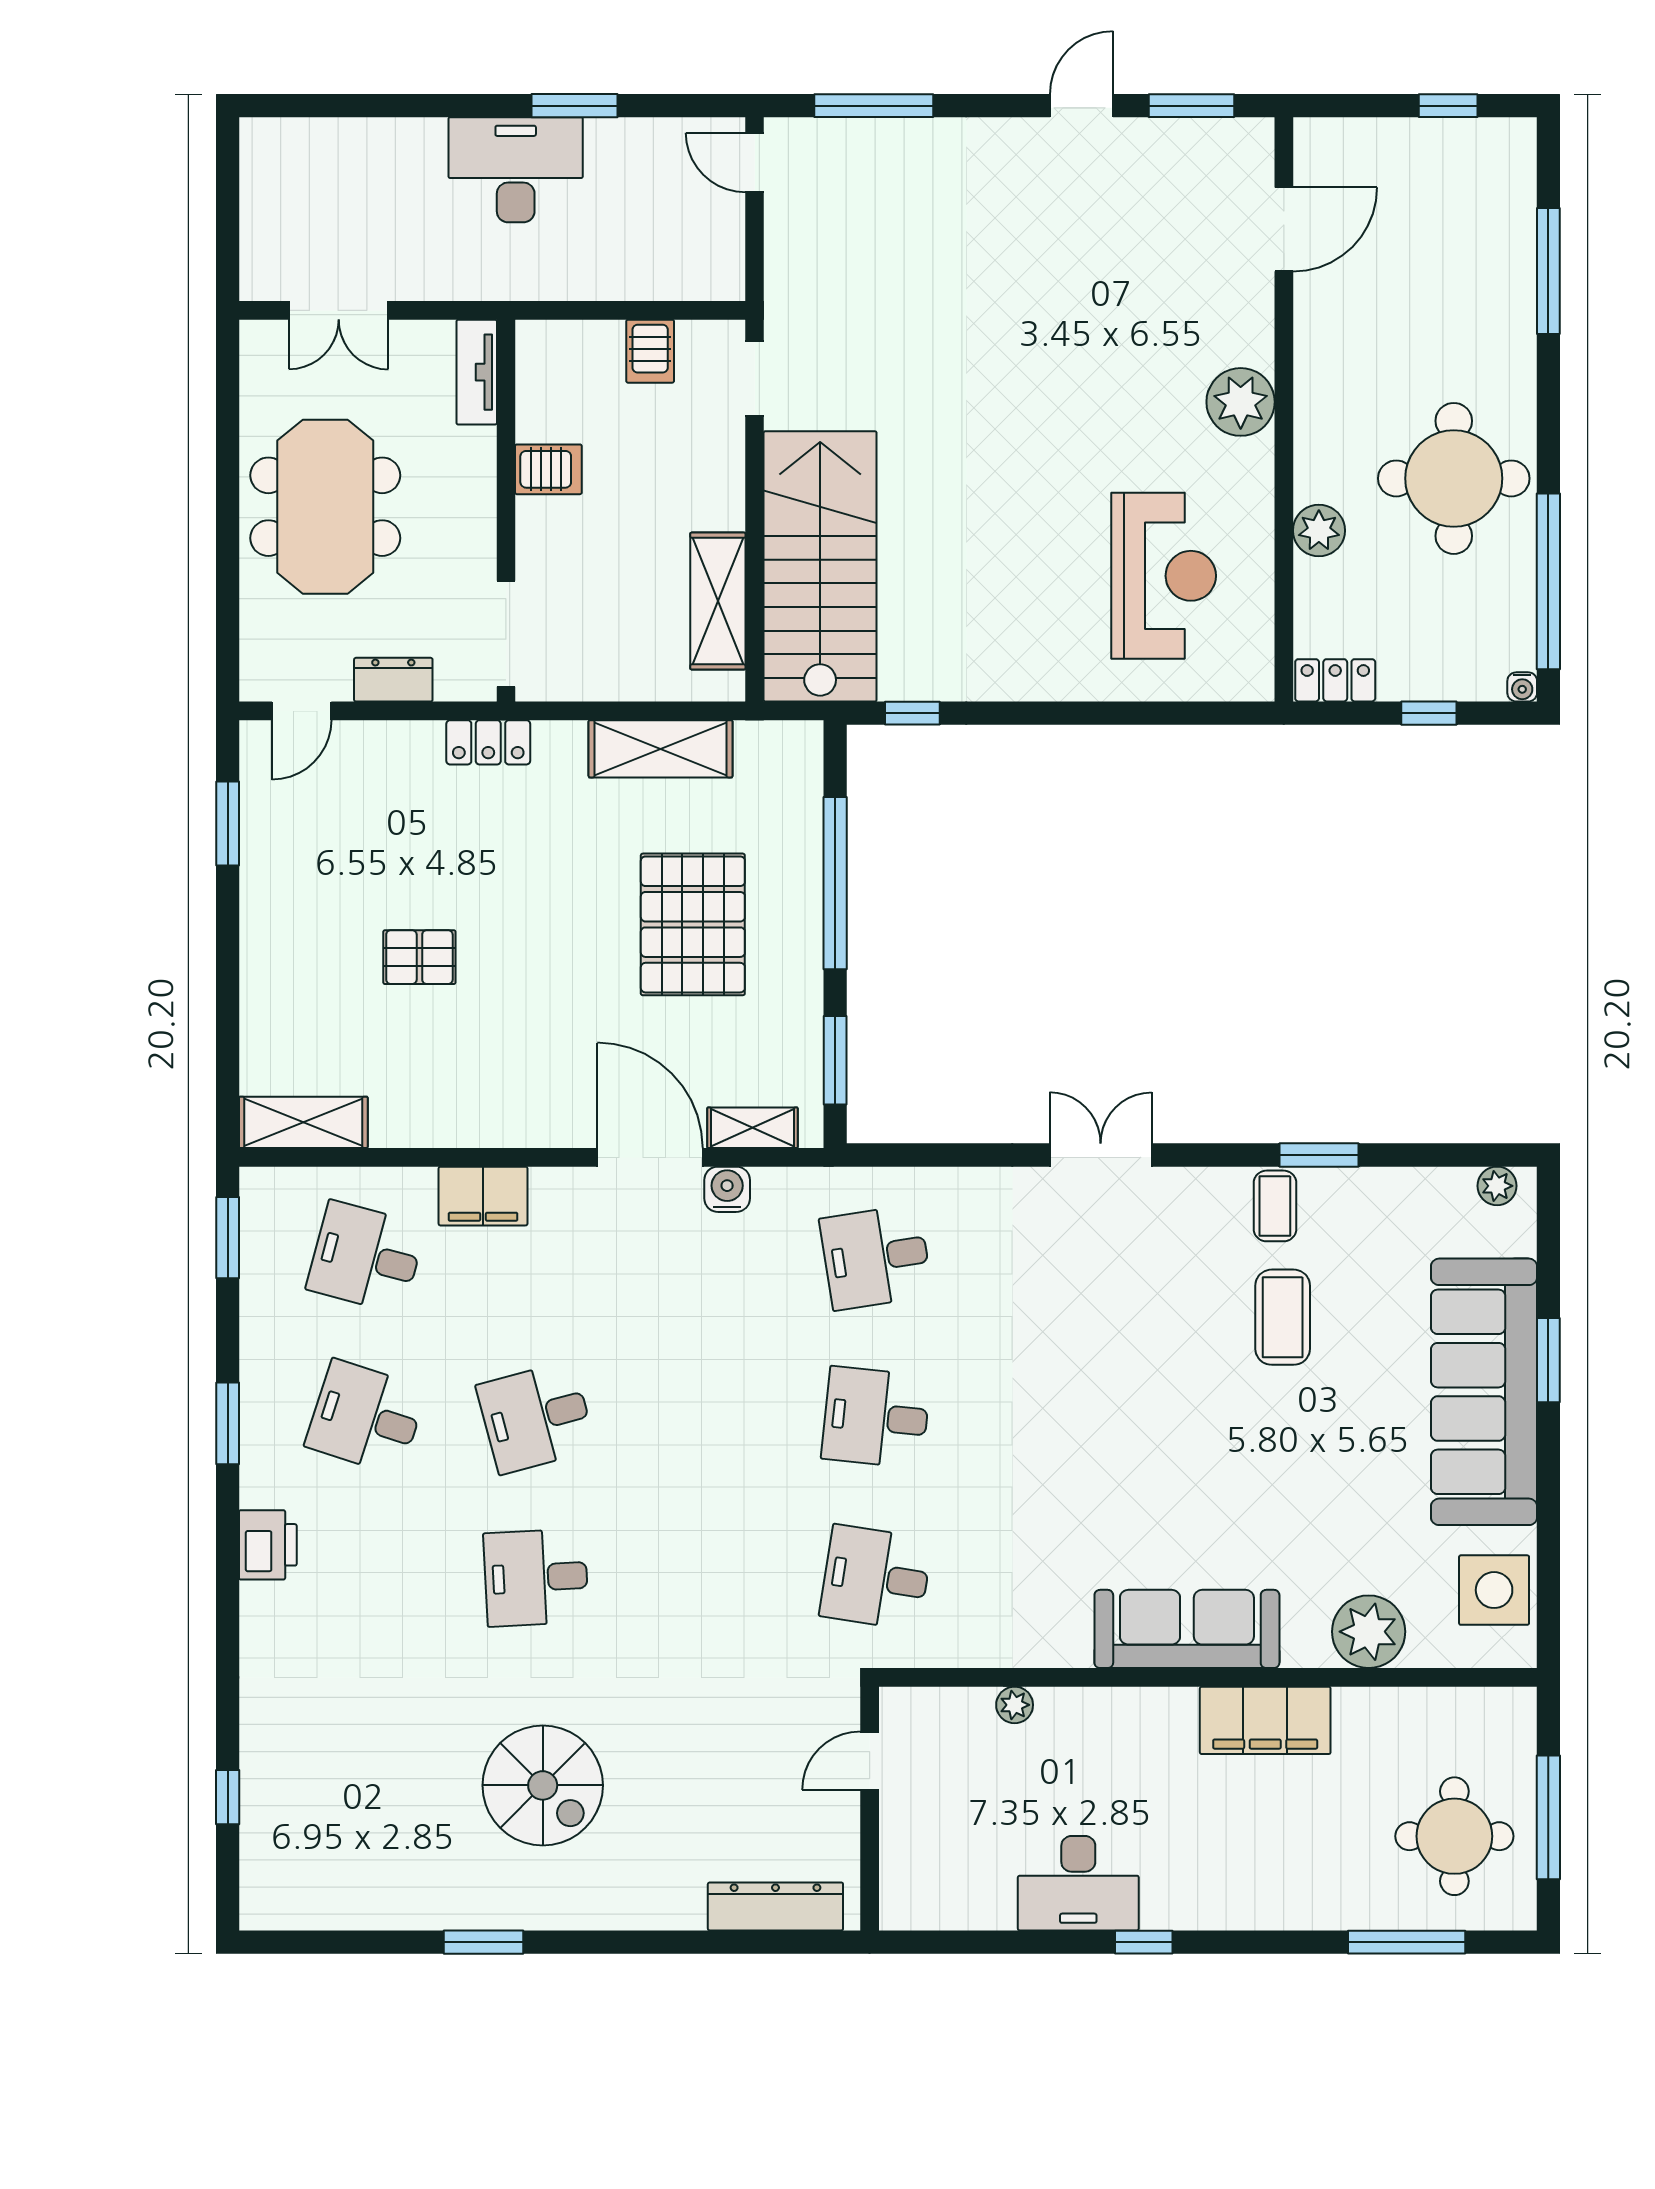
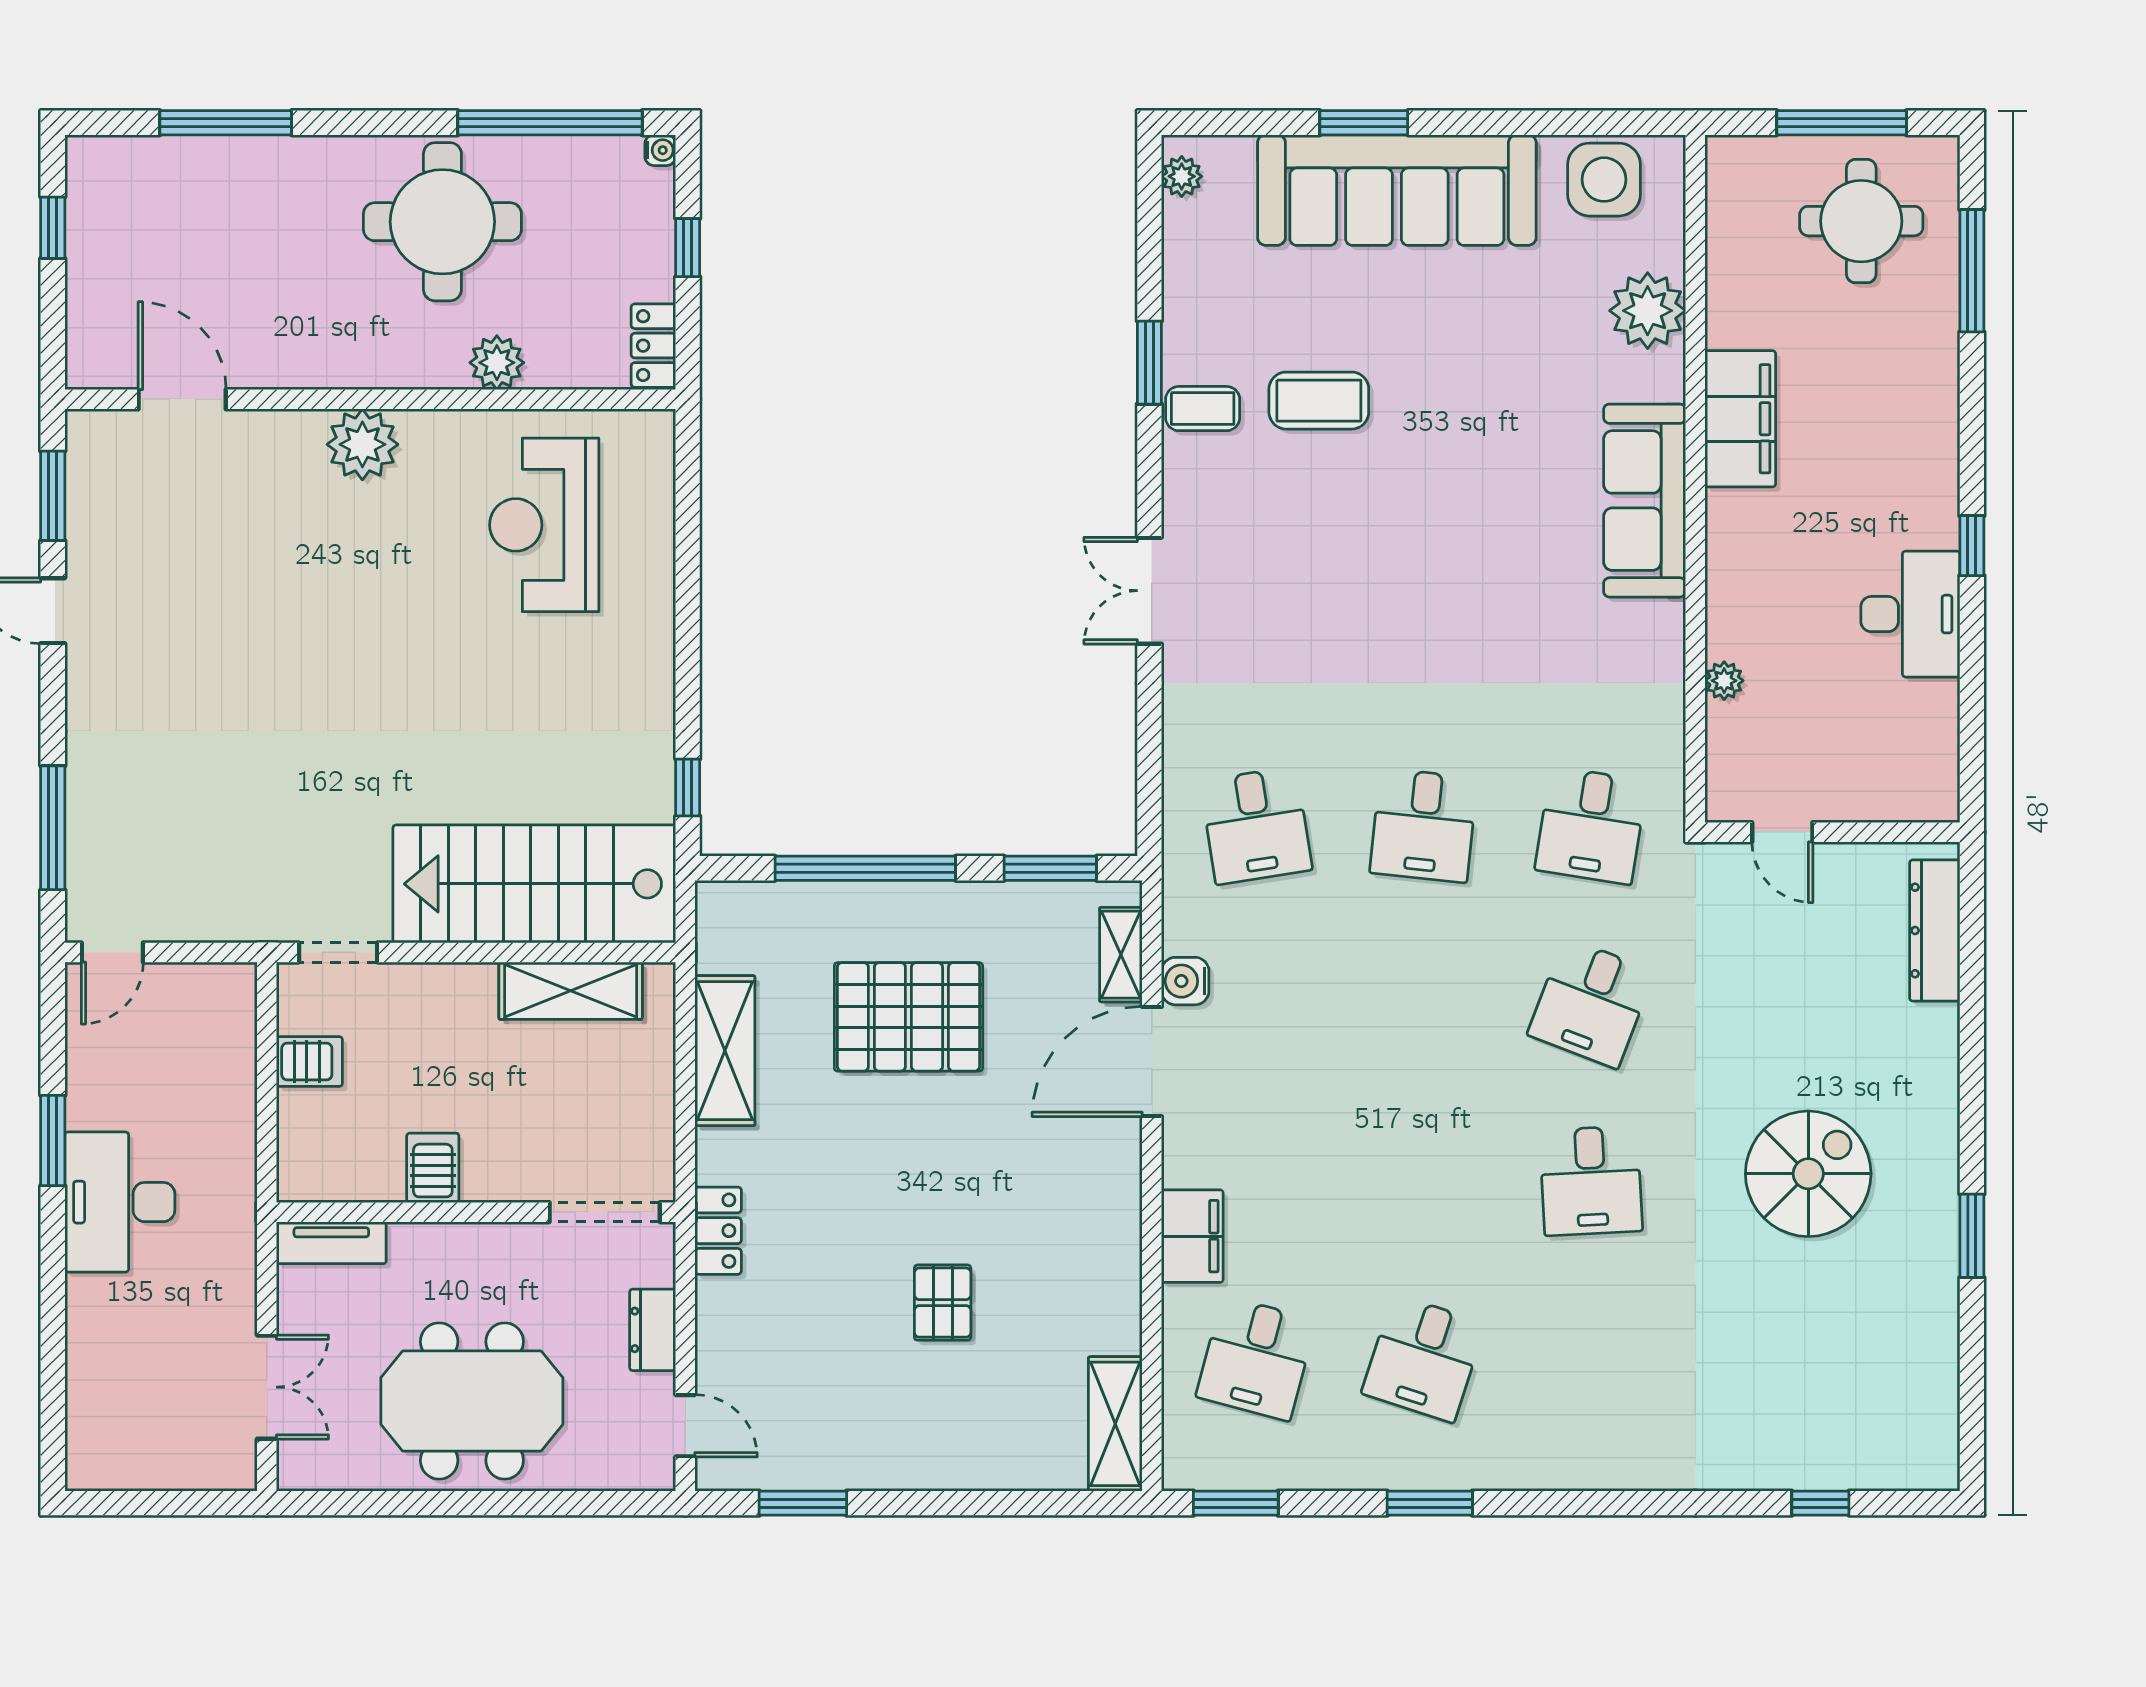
reception desk: (1164, 576) -> (544, 525), turned -90
desk: (536, 1417) -> (1591, 1003), moved, turned 36
printer: (268, 1545) -> (1557, 1461), removed

